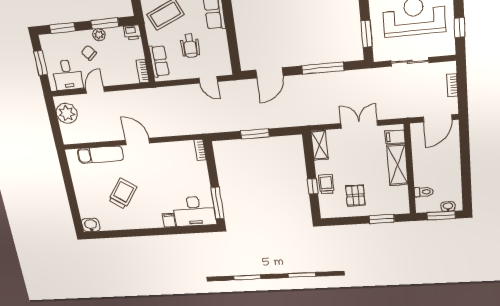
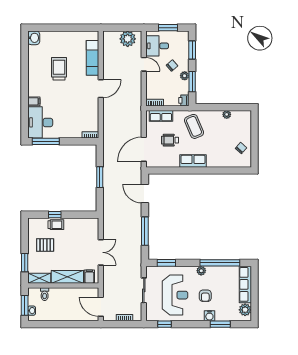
door: (208, 80) -> (144, 149), width x1.88
shelving: (319, 145) -> (39, 278), moved
trolley: (123, 194) -> (59, 69), turned -126

